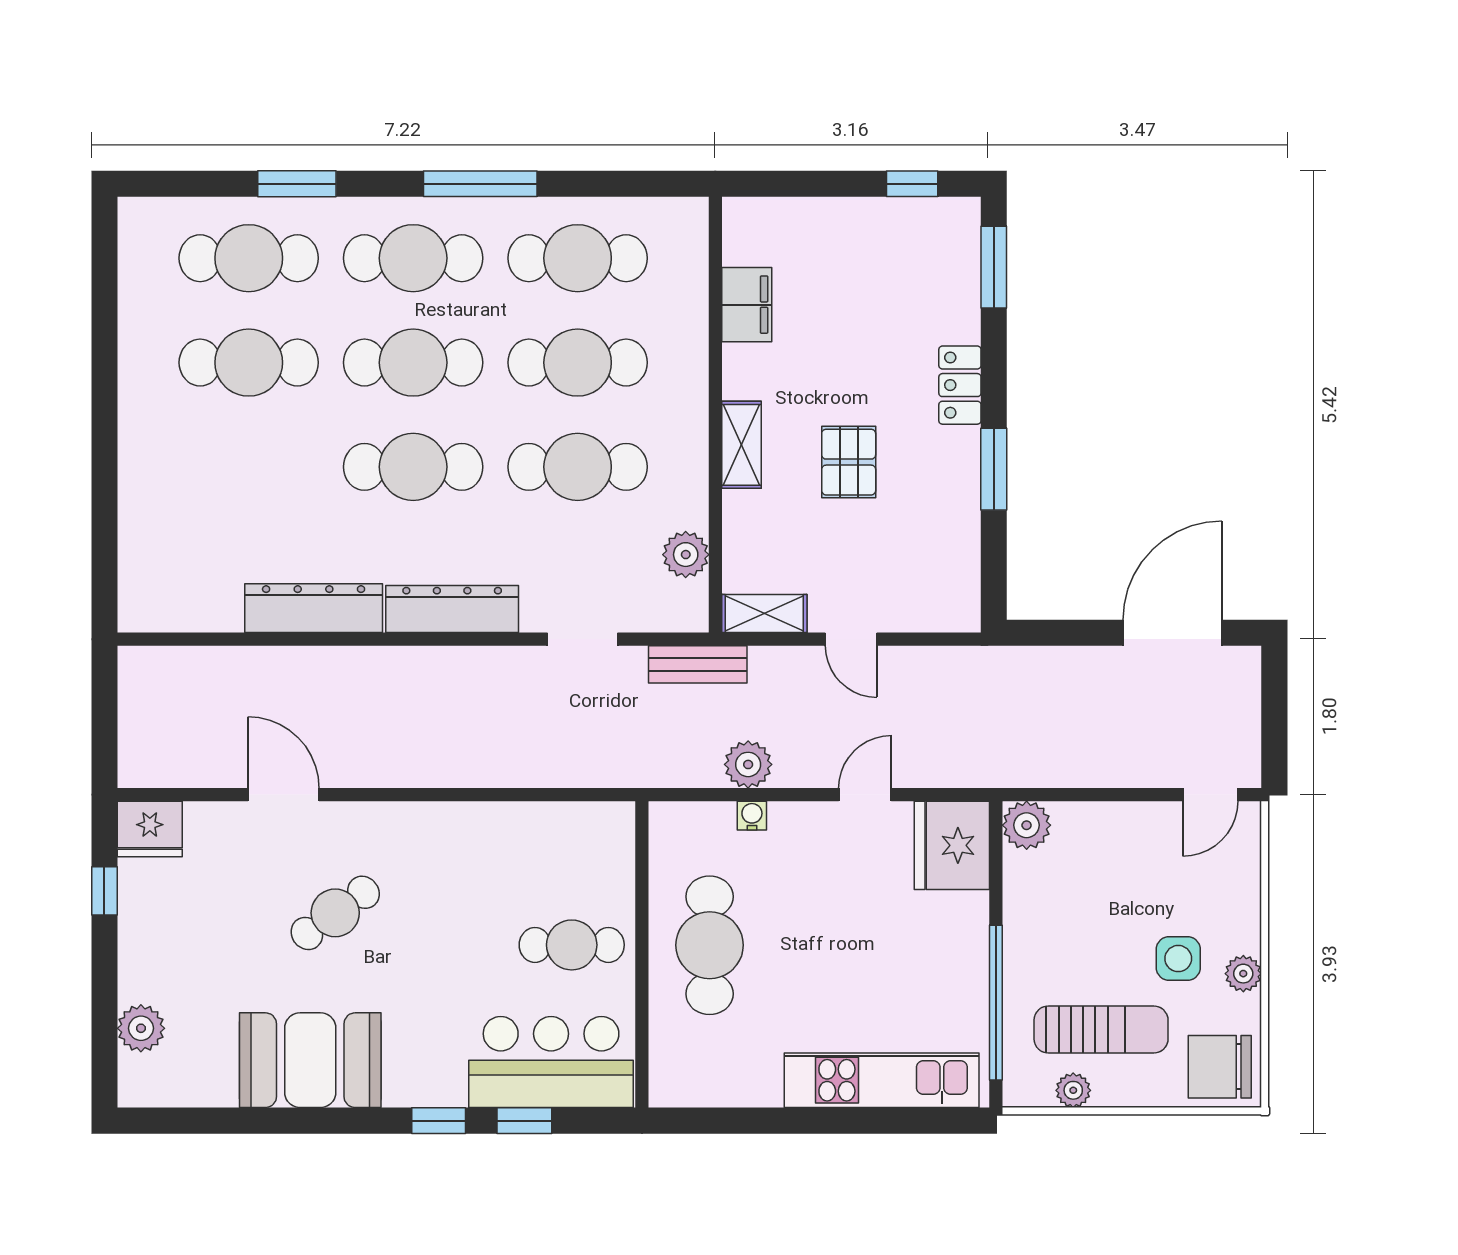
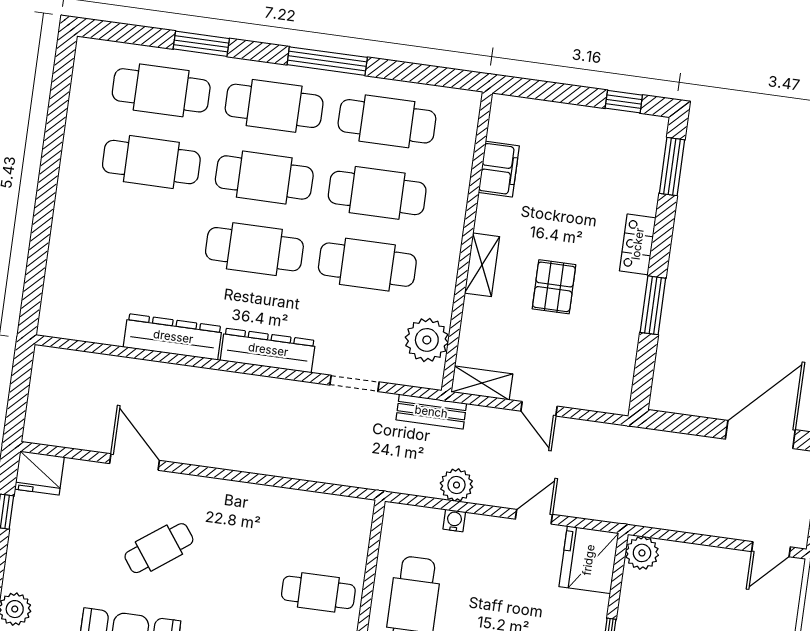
plant: (686, 555) -> (427, 340), width x1.36, depth x1.36

